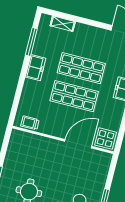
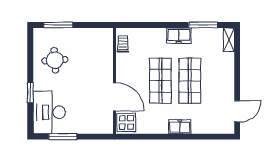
shelving: (63, 24) -> (229, 40), moved

